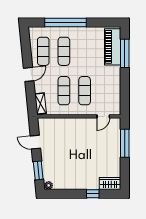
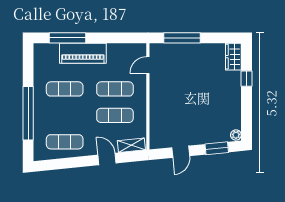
piano: (113, 47) -> (83, 53), moved
exercise mat: (64, 51) -> (65, 89), moved
door: (29, 74) -> (107, 159), moved
door: (103, 116) -> (148, 65), swing flipped

